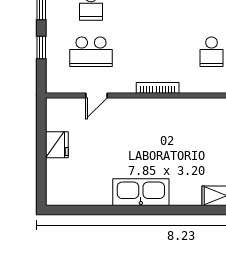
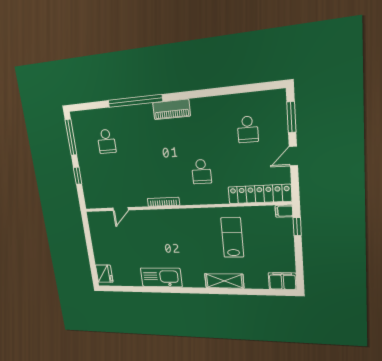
school desk: (91, 52) -> (112, 177), removed
fridge: (57, 145) -> (104, 274), moved

